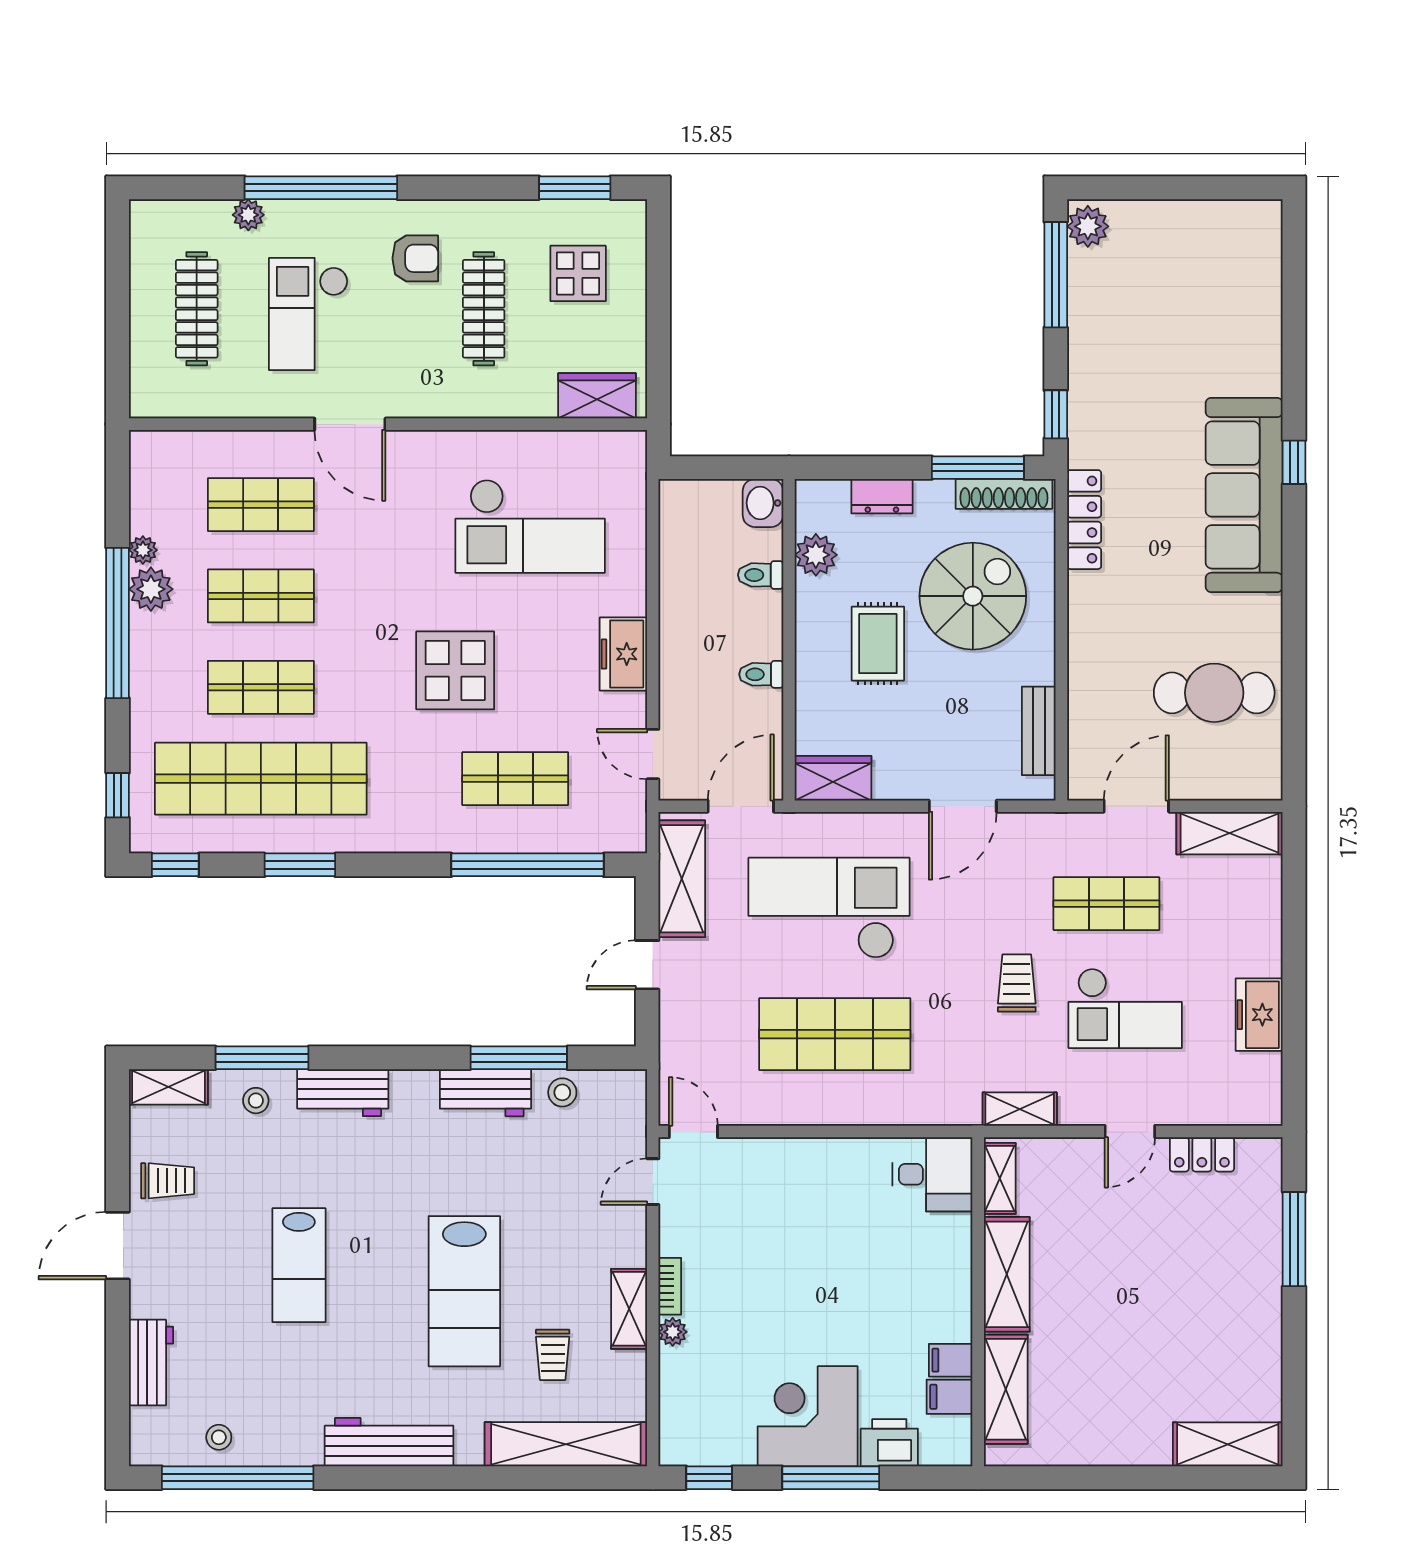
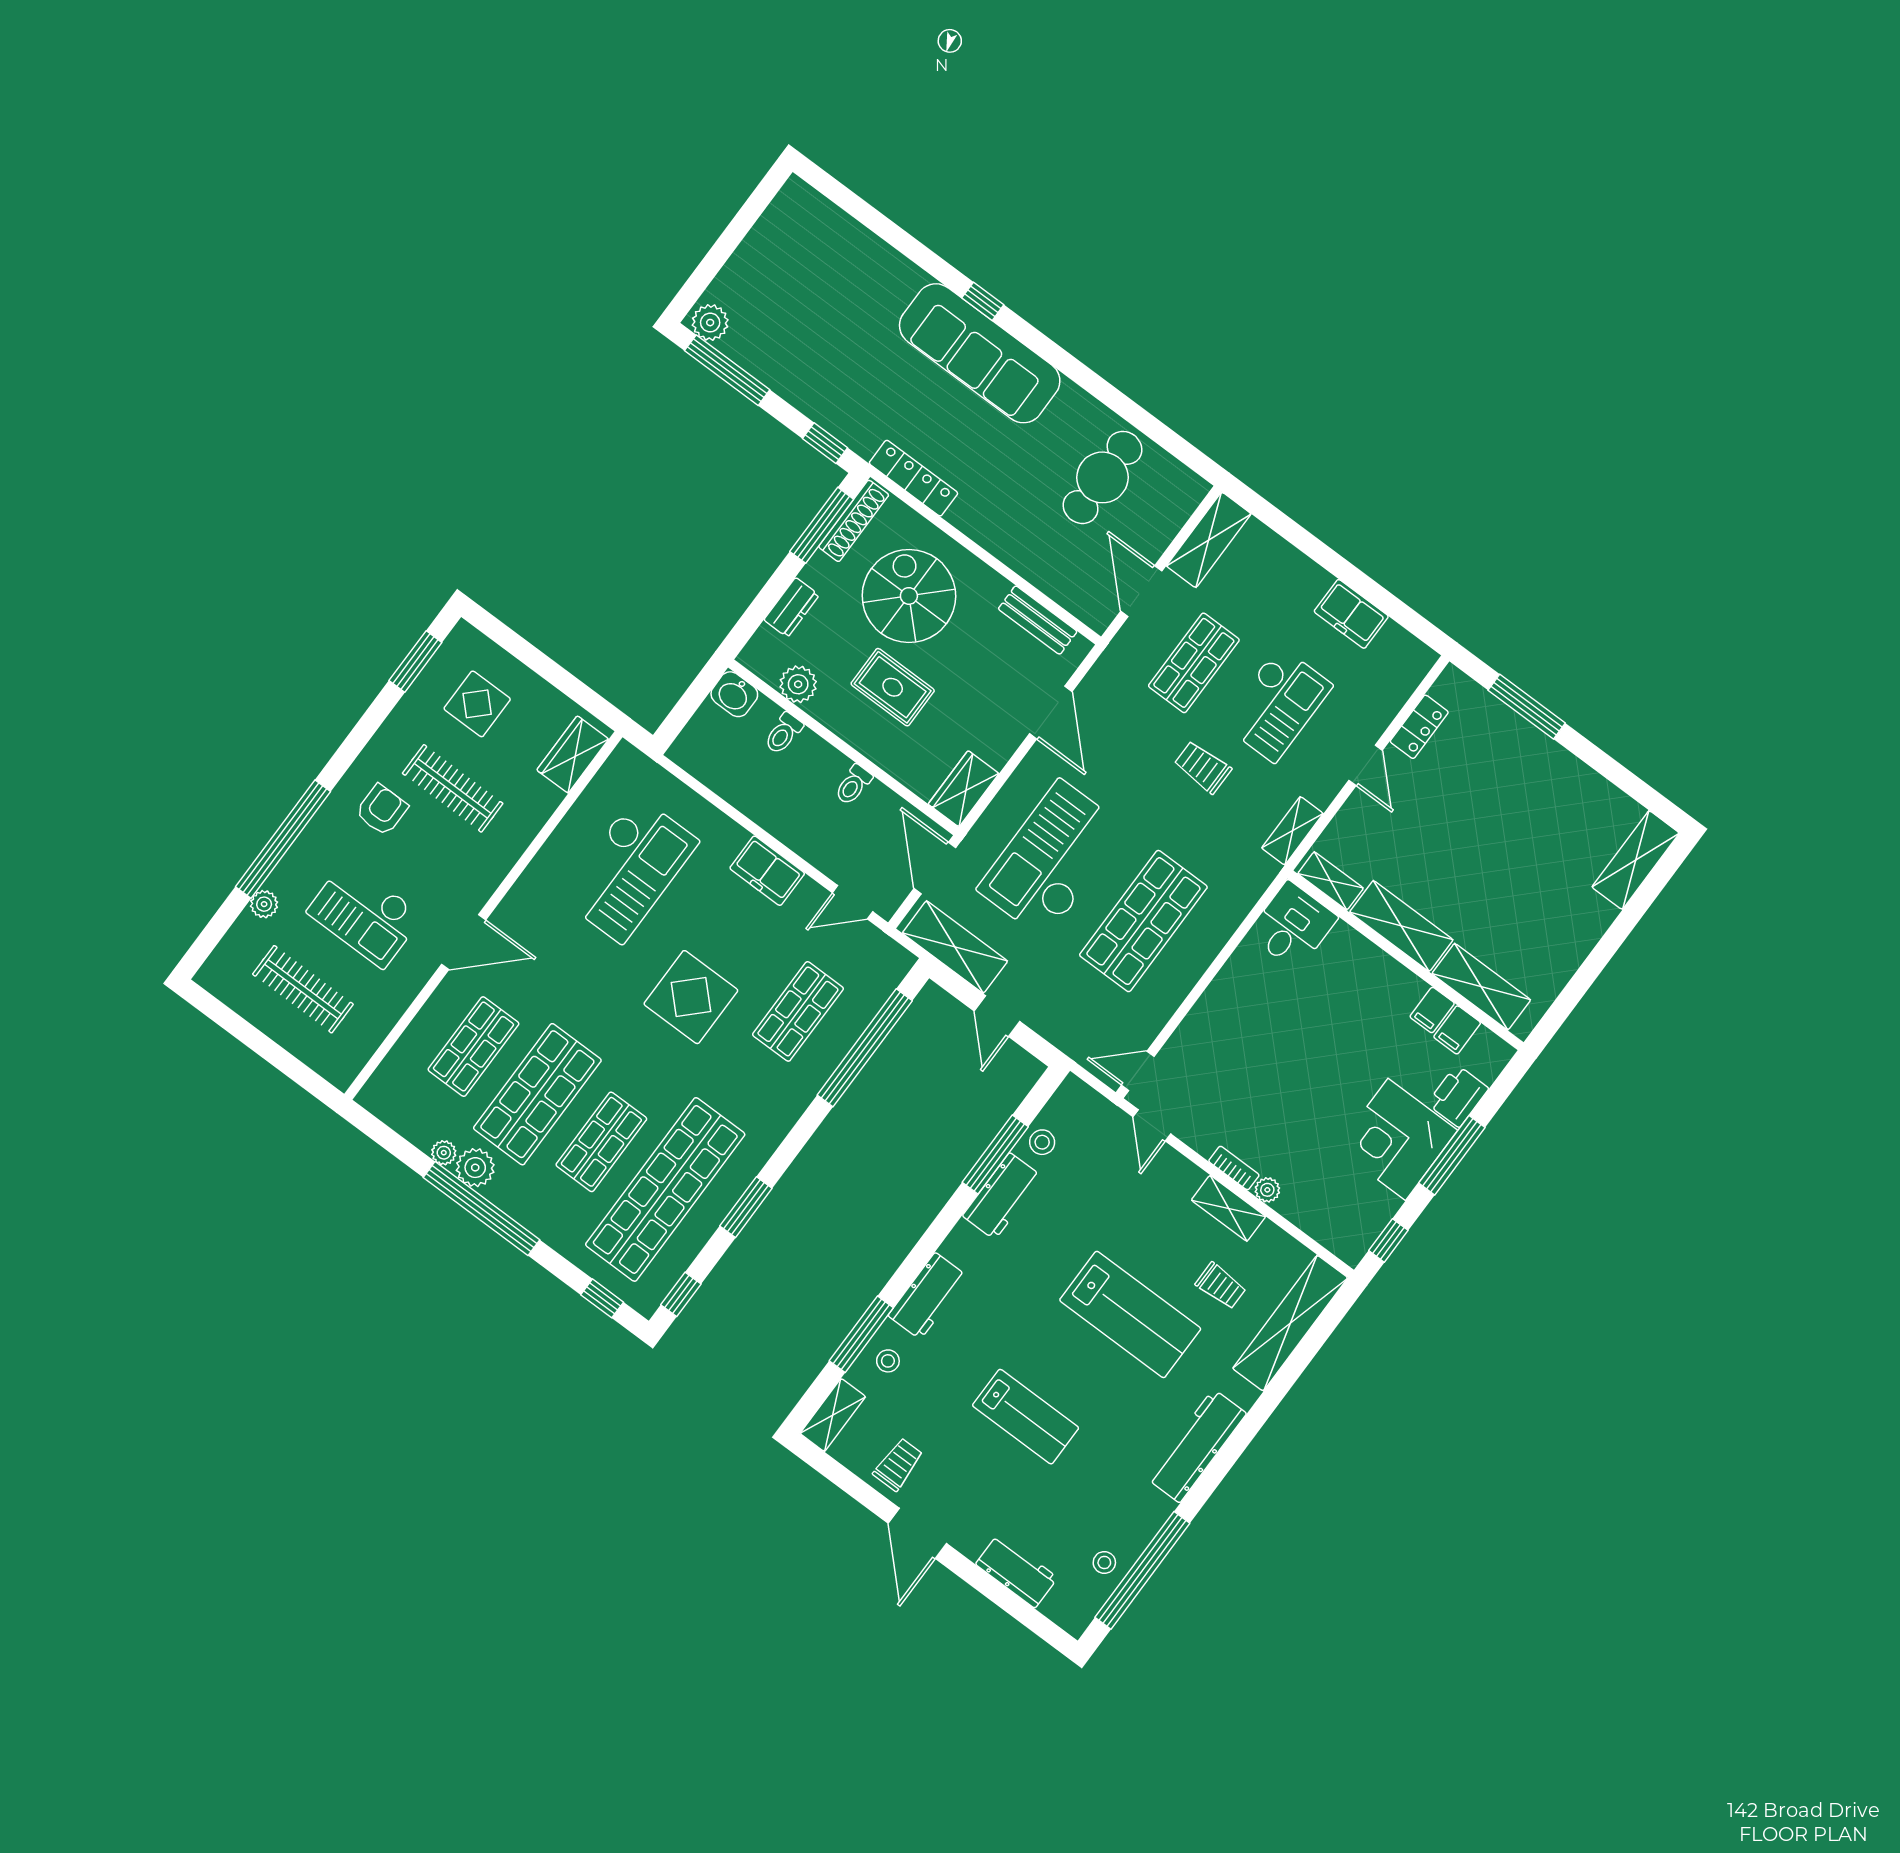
shop shelf: (261, 596) -> (537, 1094), width x1.43, depth x1.36

